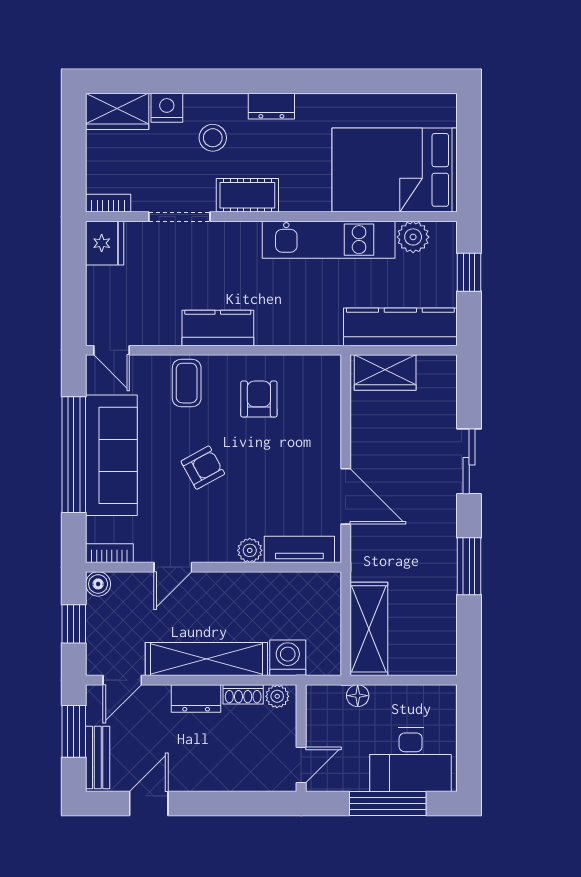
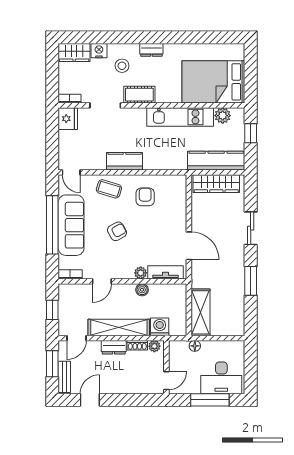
wardrobe: (385, 373) -> (216, 184), width x1.50
coffee table: (187, 383) -> (109, 189), turned -73
boiler: (98, 584) -> (142, 290), moved

